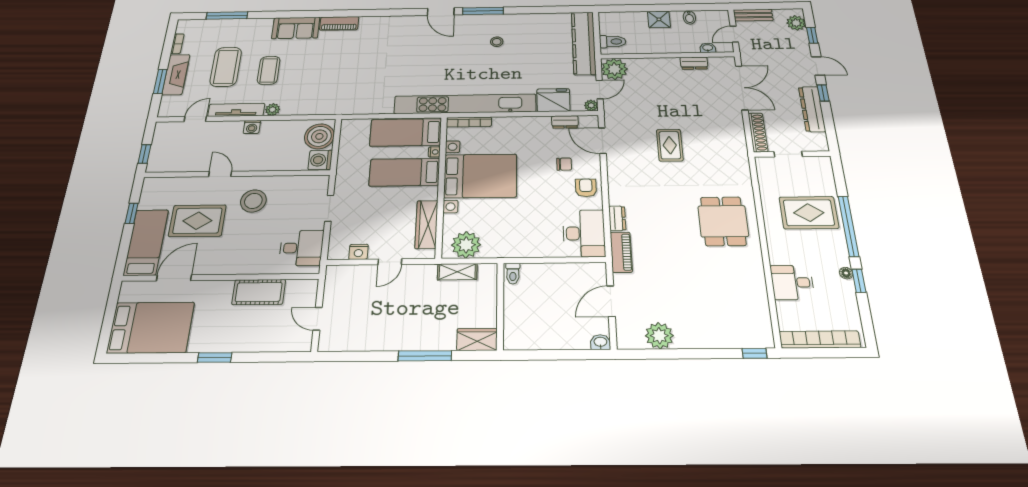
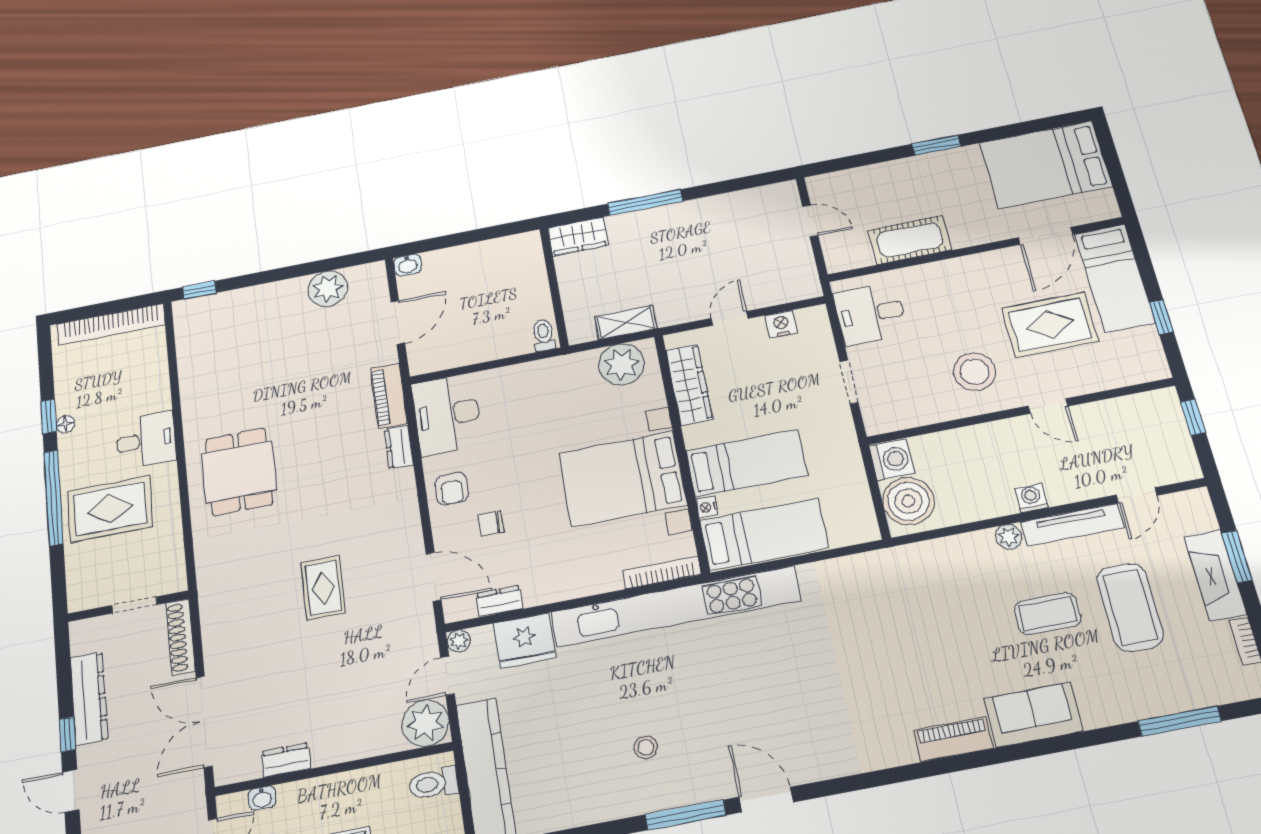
coffee table: (269, 70) -> (1048, 614), turned 90
desk: (792, 282) -> (146, 440), moved

